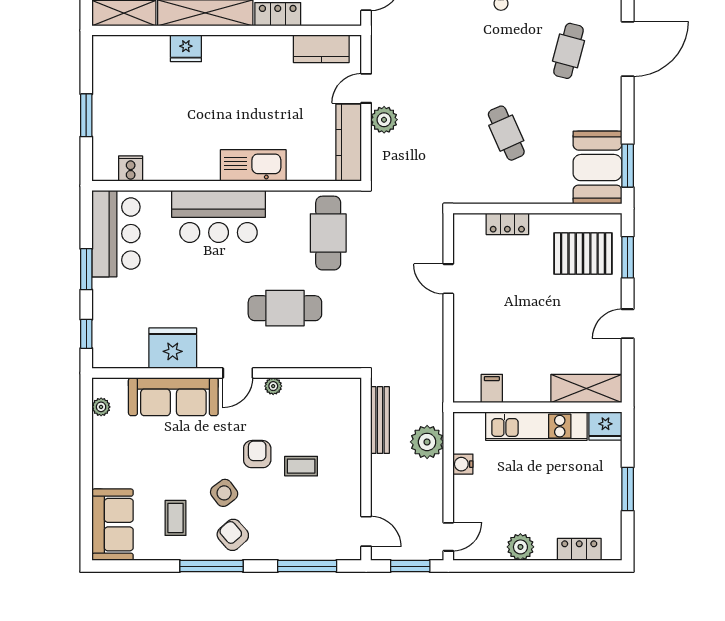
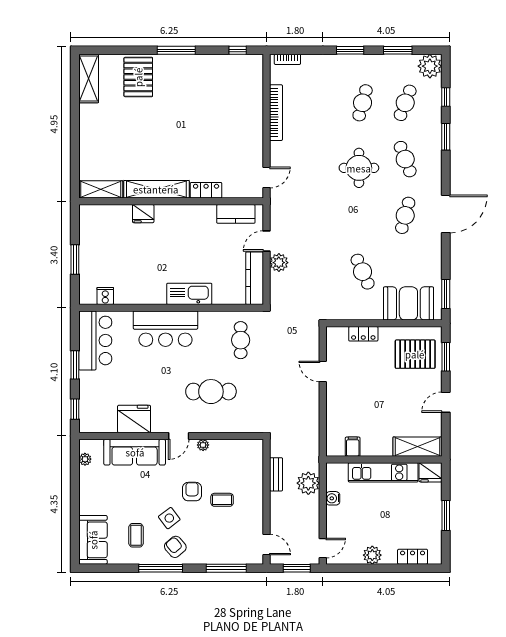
booth: (597, 168) -> (408, 303), moved, turned 90
cafe table: (328, 233) -> (241, 340), width x0.73, depth x0.74
bench: (380, 420) -> (276, 474), width x0.73

